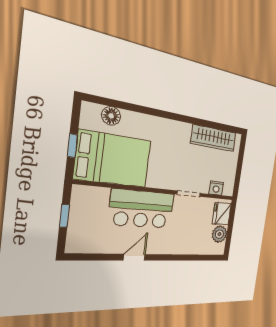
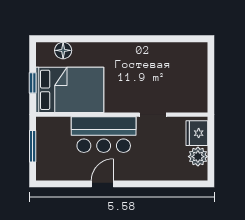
wardrobe: (214, 138) -> (173, 52), removed
nightstand: (216, 188) -> (185, 105), removed
window: (64, 216) -> (33, 146), width x1.50

